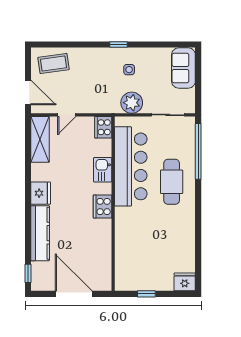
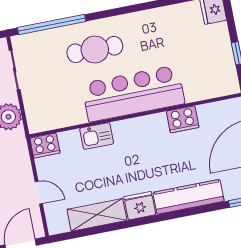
shelving: (40, 139) -> (97, 215), moved
bar counter: (131, 166) -> (133, 93), moved
cooker: (102, 207) -> (183, 119), moved

